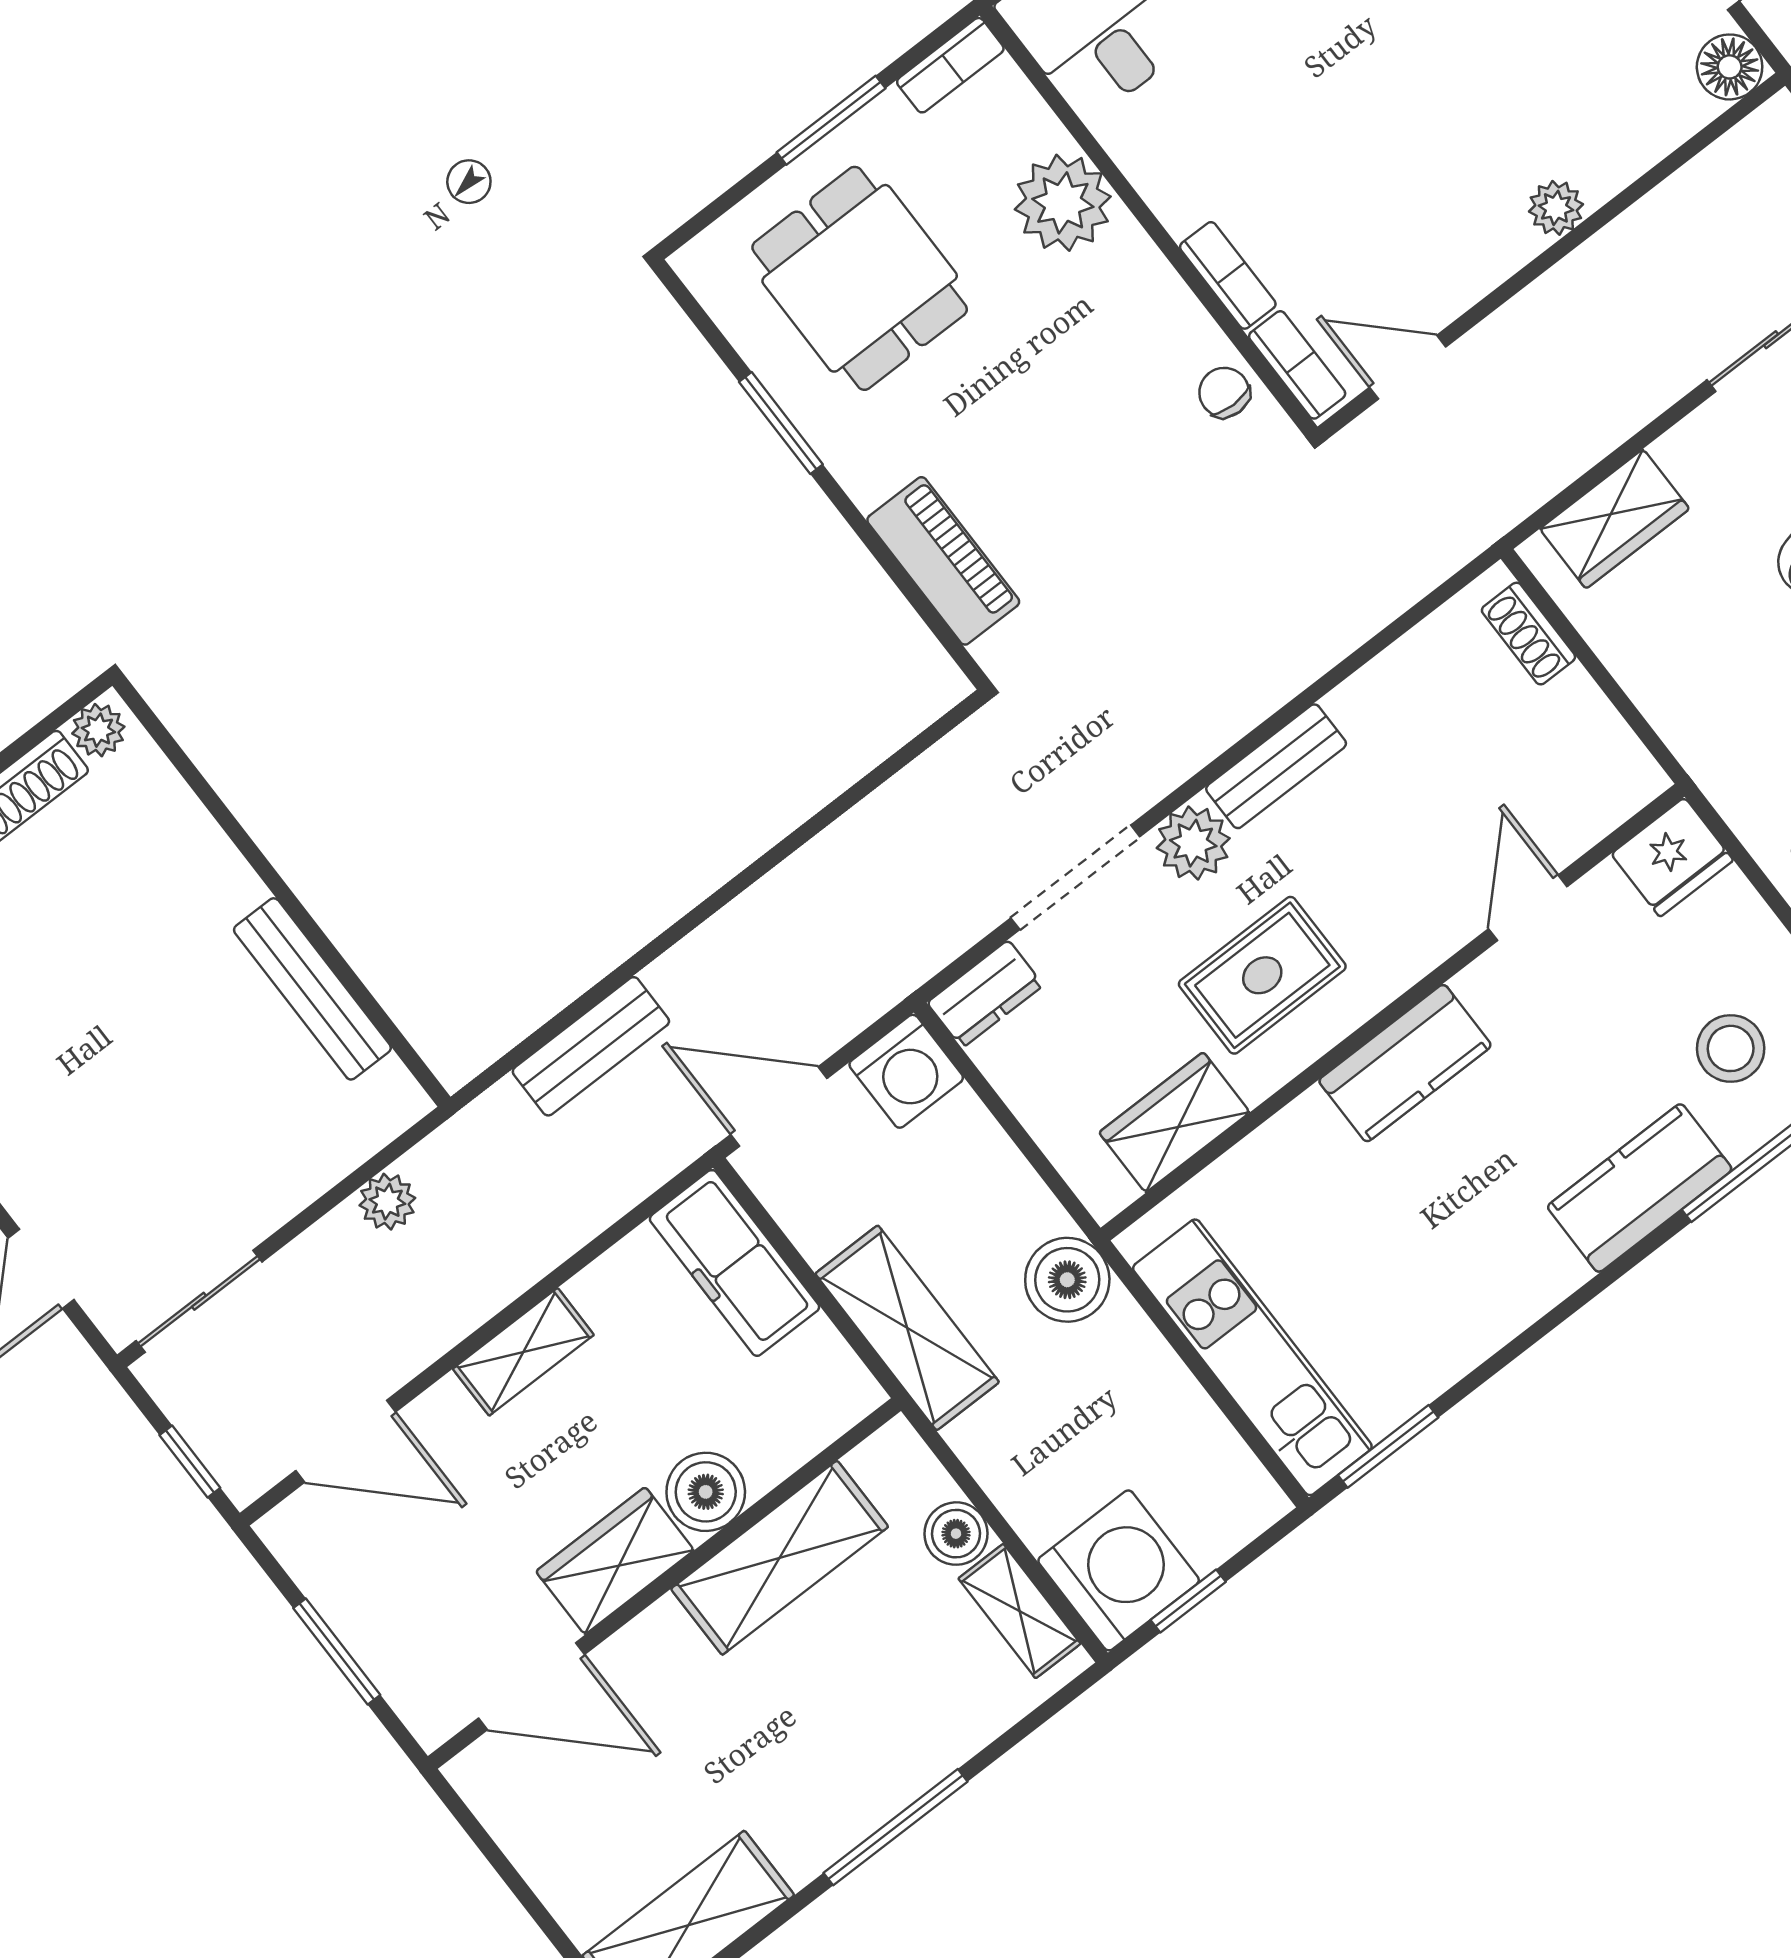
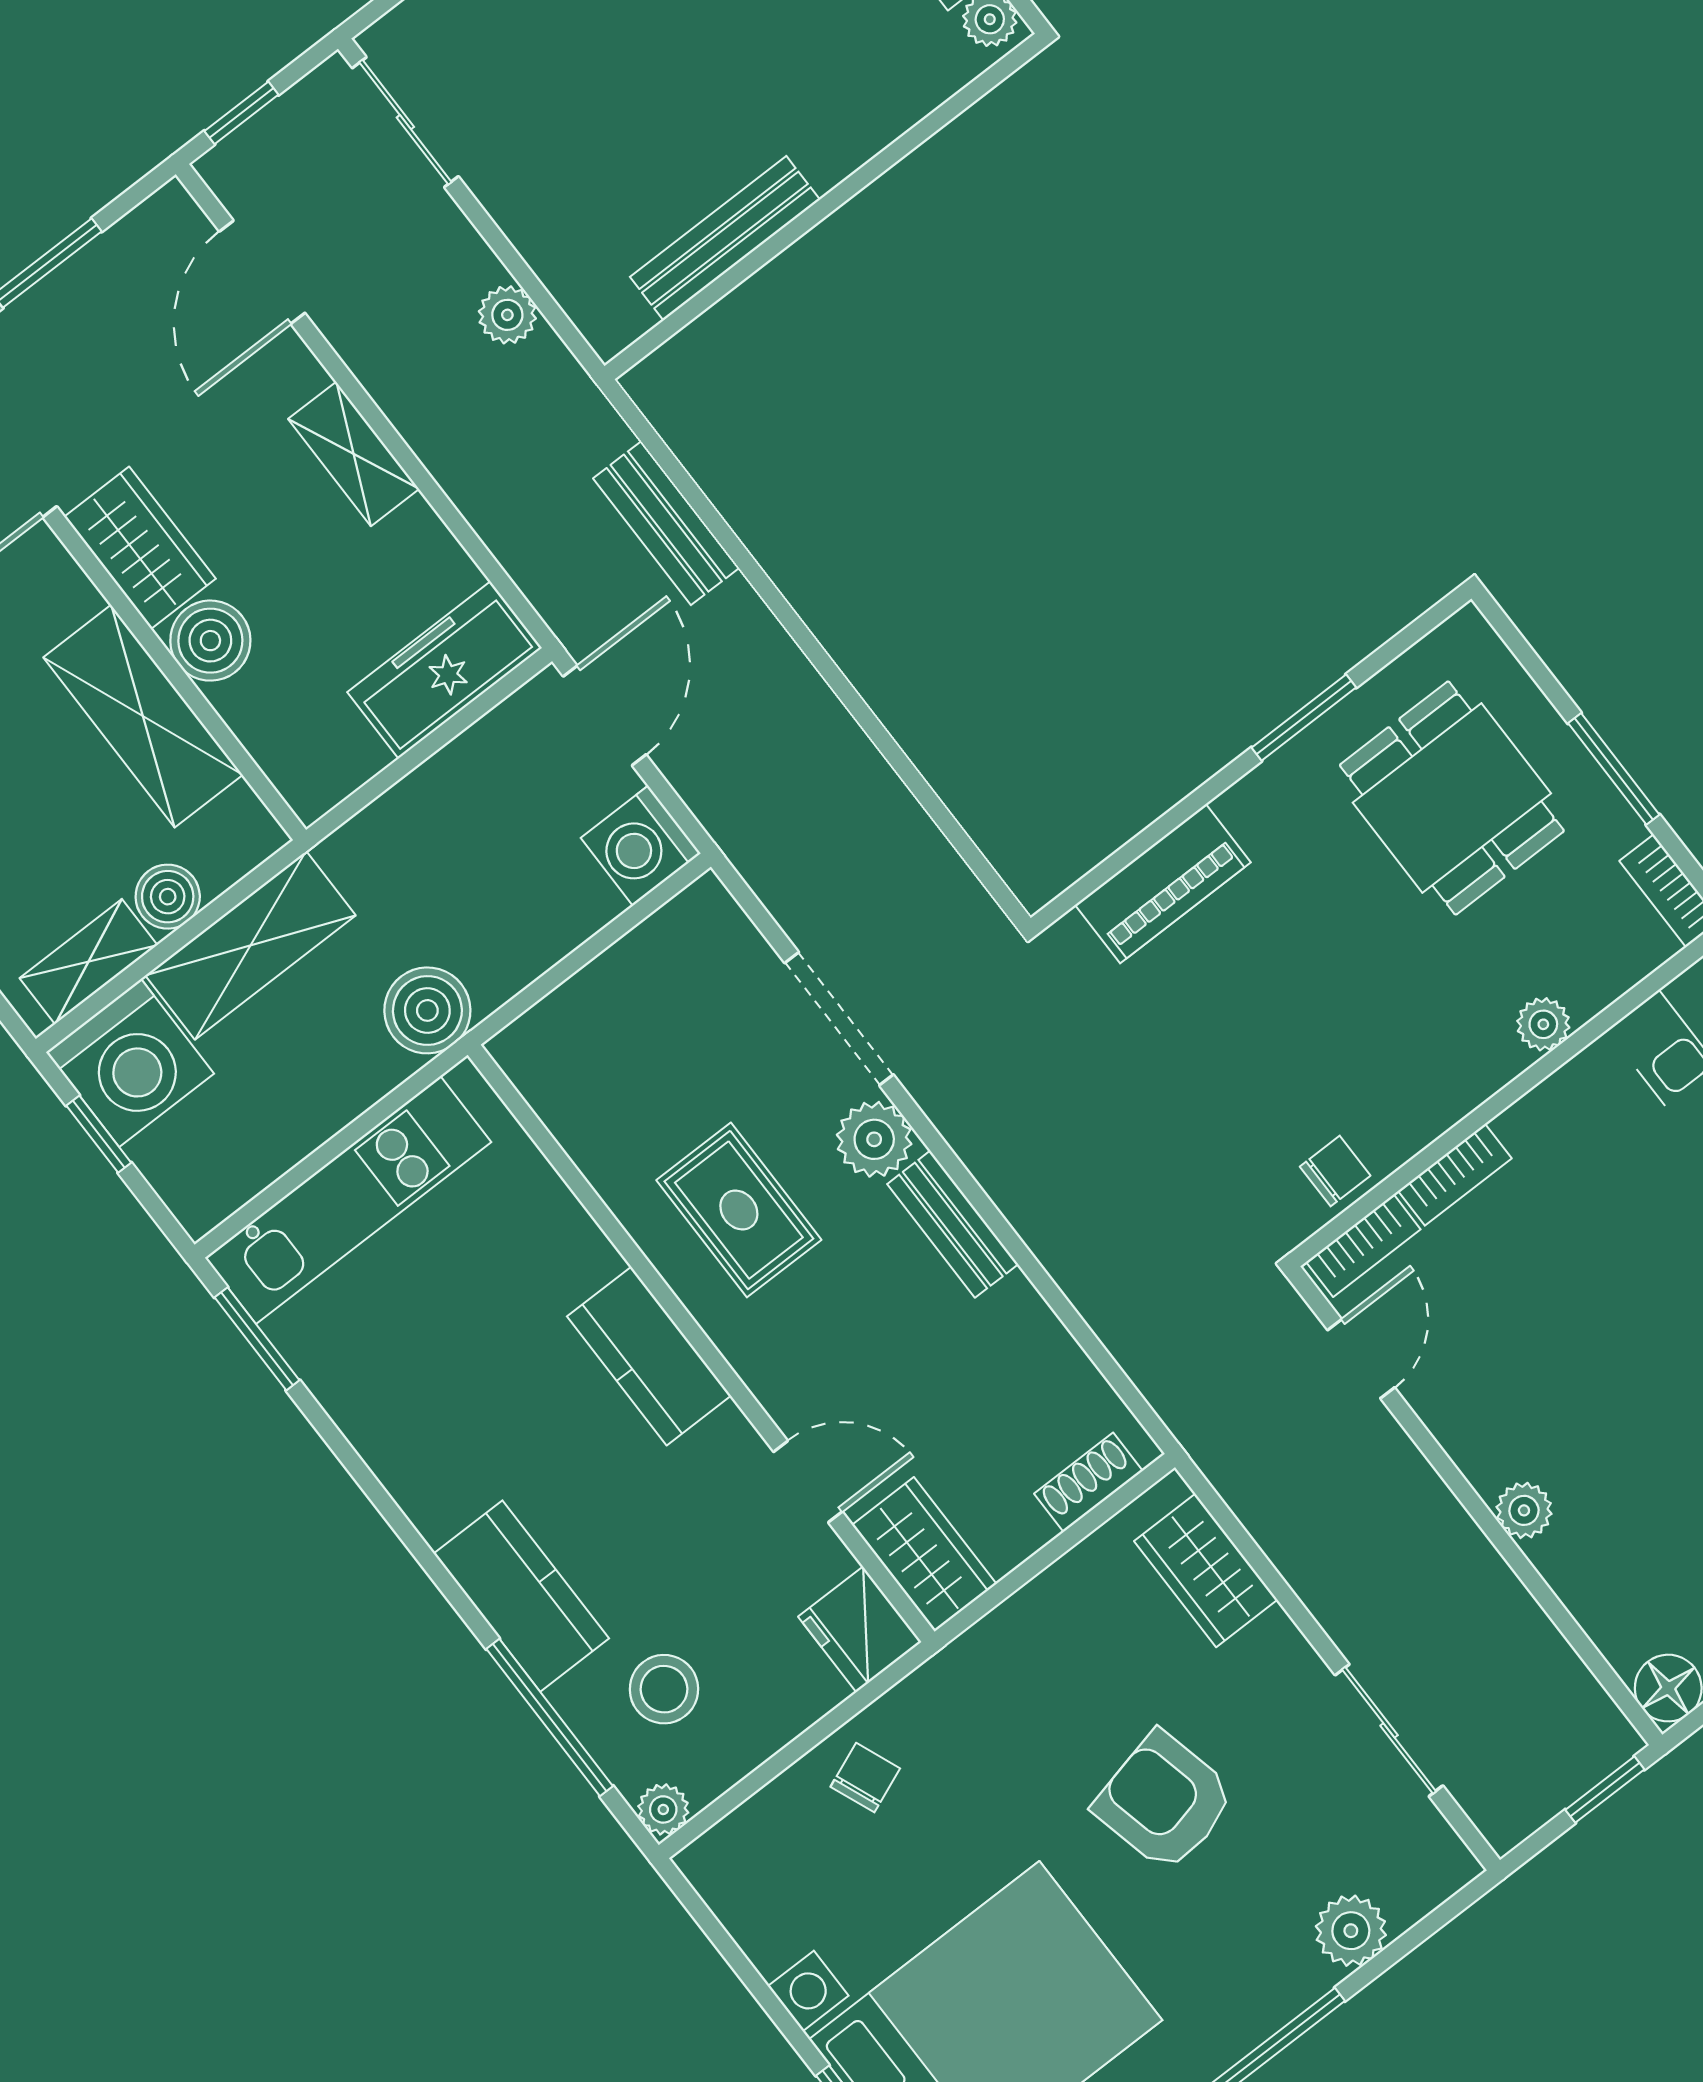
plant: (1063, 203) -> (1543, 1024), width x0.53, depth x0.53
dining table: (860, 278) -> (1452, 798), turned 90
dresser: (985, 994) -> (720, 926), removed
wardrobe: (1174, 1122) -> (924, 1554), moved
shelving: (907, 1328) -> (250, 945), moved

